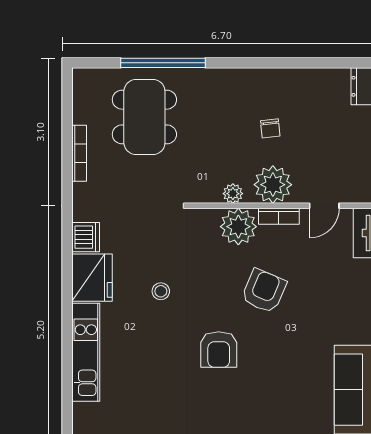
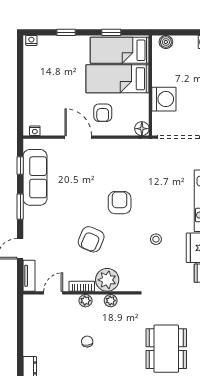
plant: (273, 185) -> (85, 301), width x0.53, depth x0.53

